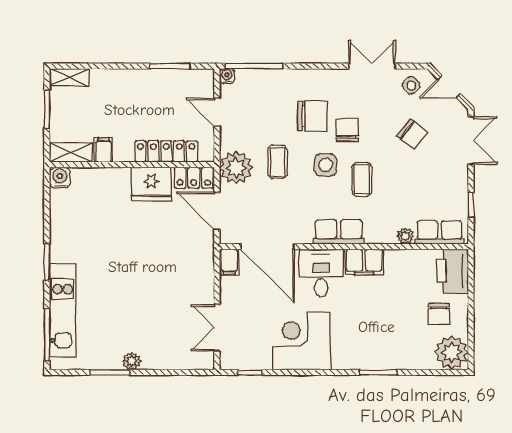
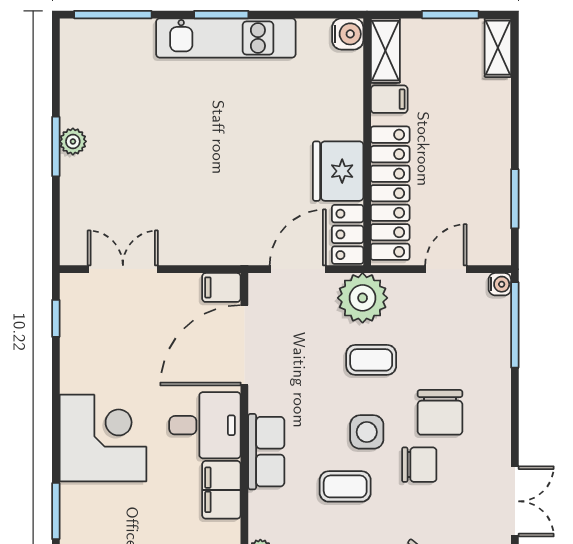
locker: (166, 151) -> (390, 193), width x1.41, depth x1.21
kitchen unit: (63, 311) -> (226, 38), moved
corner desk: (302, 341) -> (103, 438), moved
window: (110, 372) -> (56, 147), moved

